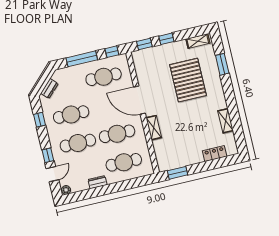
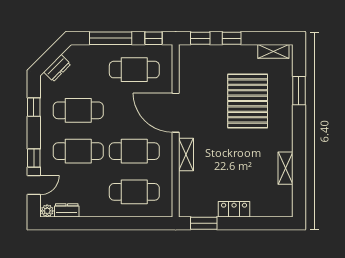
locker: (215, 154) -> (234, 209), moved
dresser: (97, 182) -> (67, 210), moved

